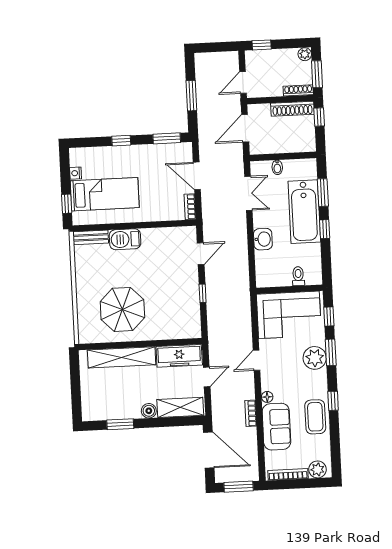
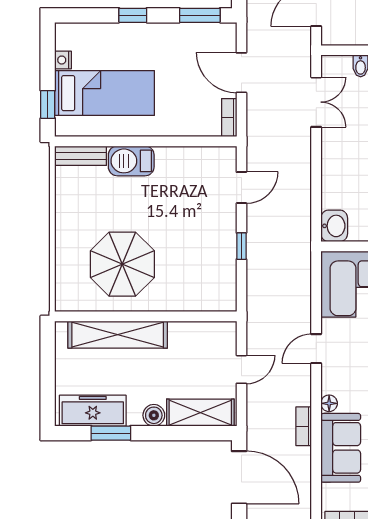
washbasin: (263, 239) -> (334, 226), moved
freezer: (179, 356) -> (93, 411), moved, turned 180

